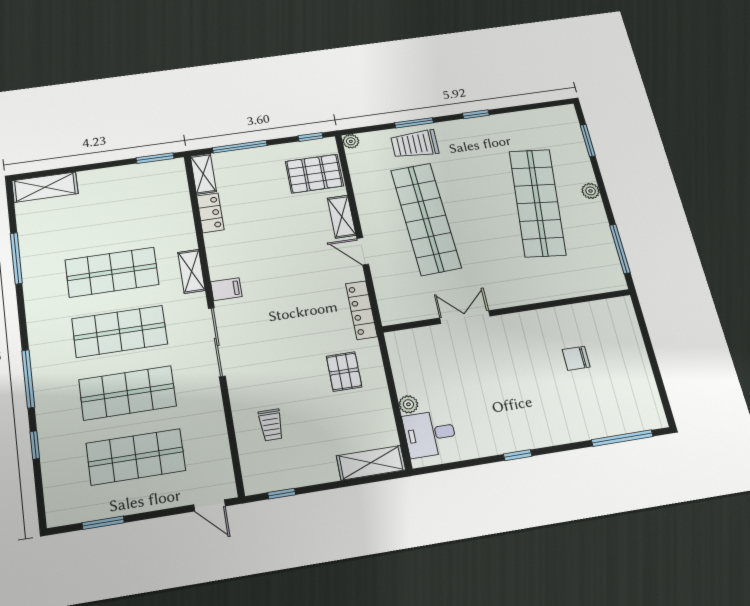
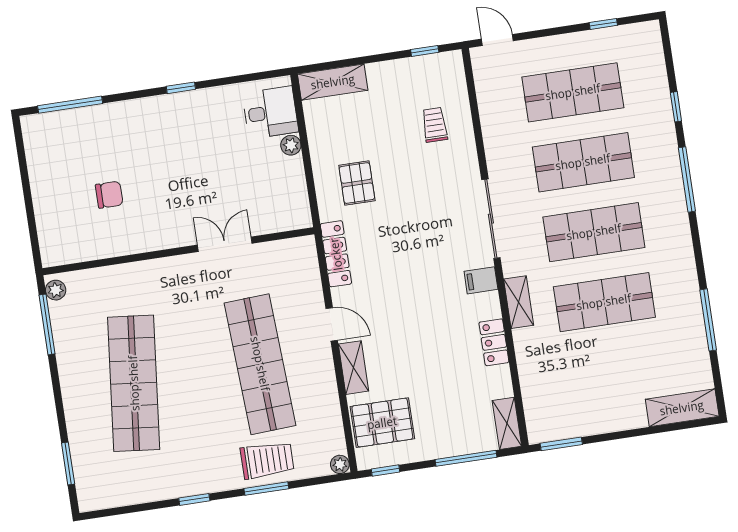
plant: (591, 191) -> (56, 290), moved
locker: (210, 213) -> (494, 342), moved
double door: (465, 317) -> (225, 244), swing flipped
window: (103, 523) -> (603, 24), width x0.67

